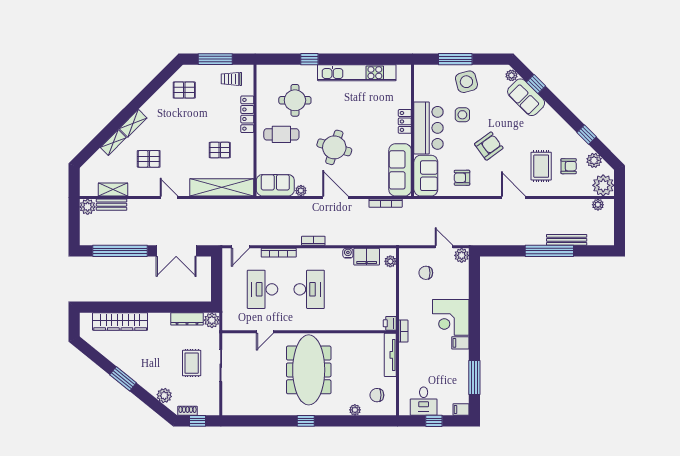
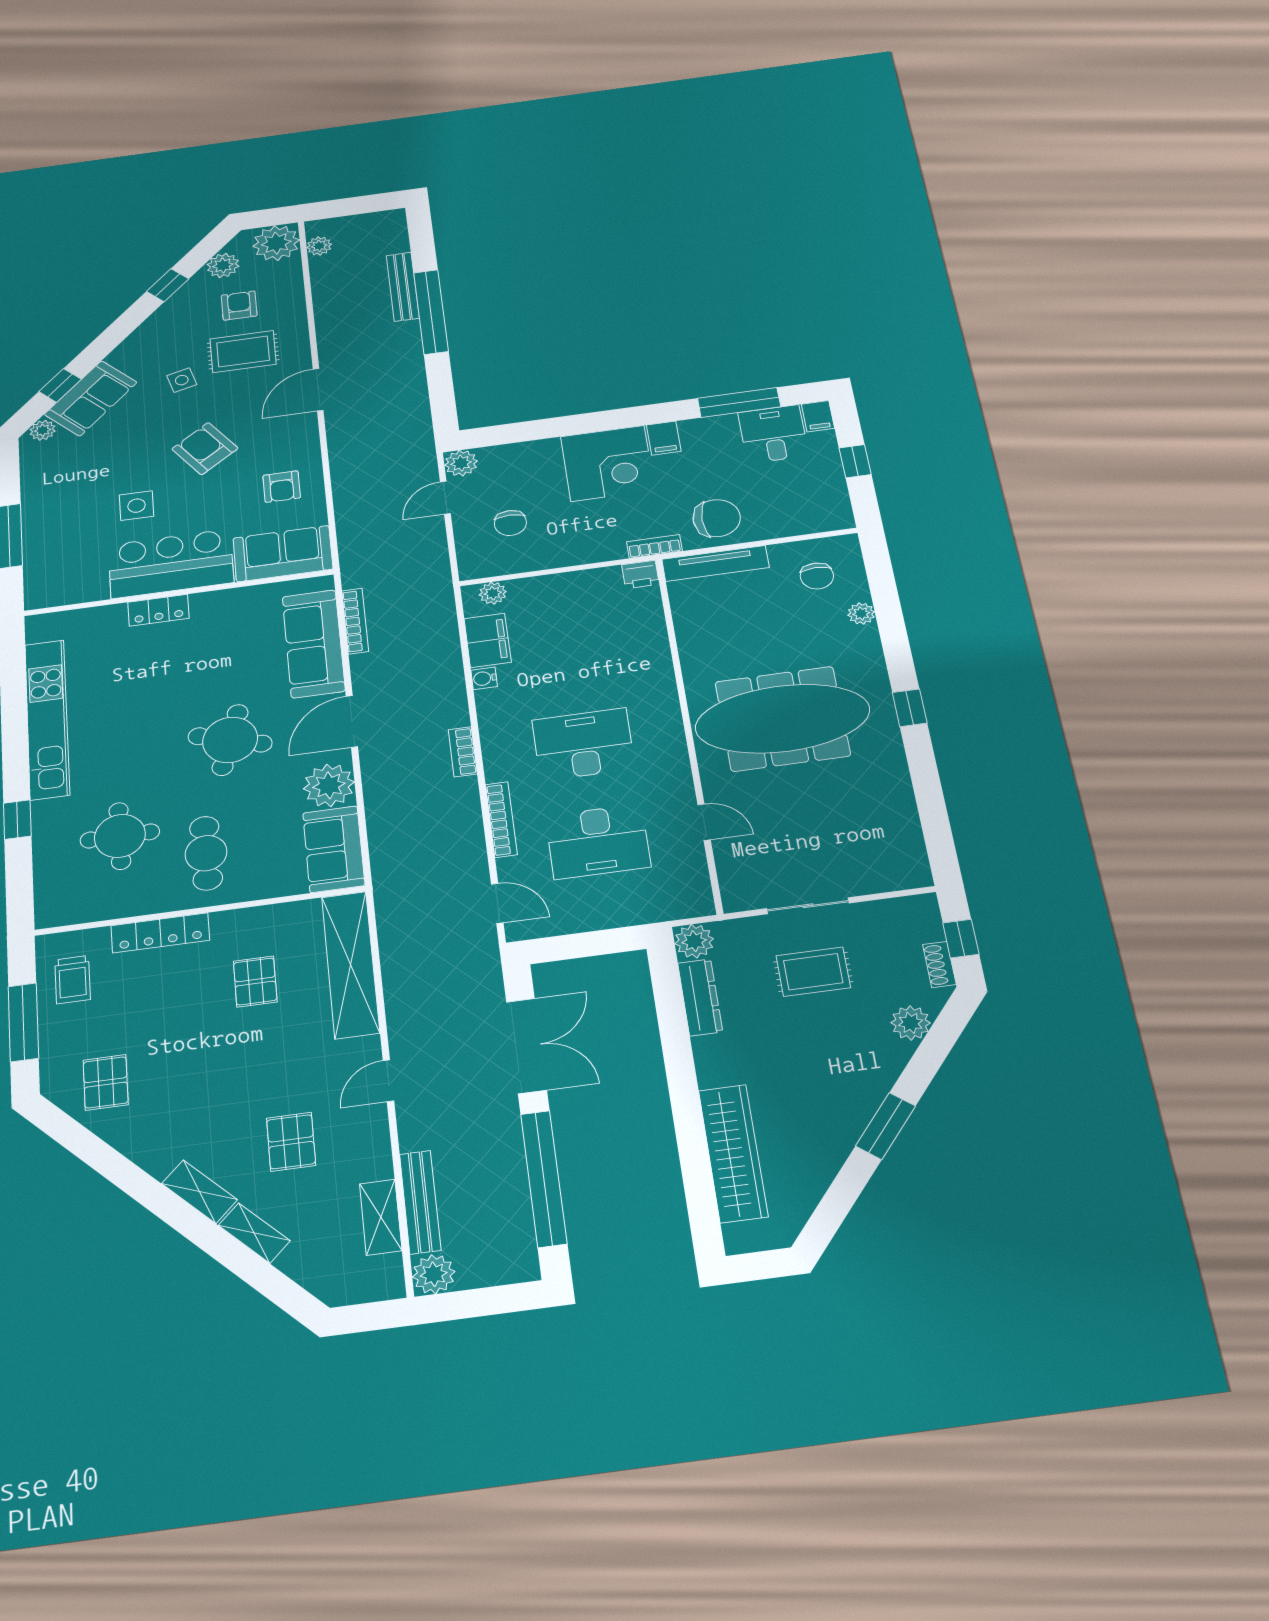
side table: (466, 82) -> (182, 380), moved, width x0.54, depth x0.54
sofa: (400, 170) -> (314, 644), moved, turned 90
plant: (301, 191) -> (329, 785), width x1.88, depth x1.88
bench: (112, 205) -> (420, 1202), width x1.36
chair: (414, 359) -> (717, 518), added
desk: (424, 401) -> (773, 434), moved, turned -90

